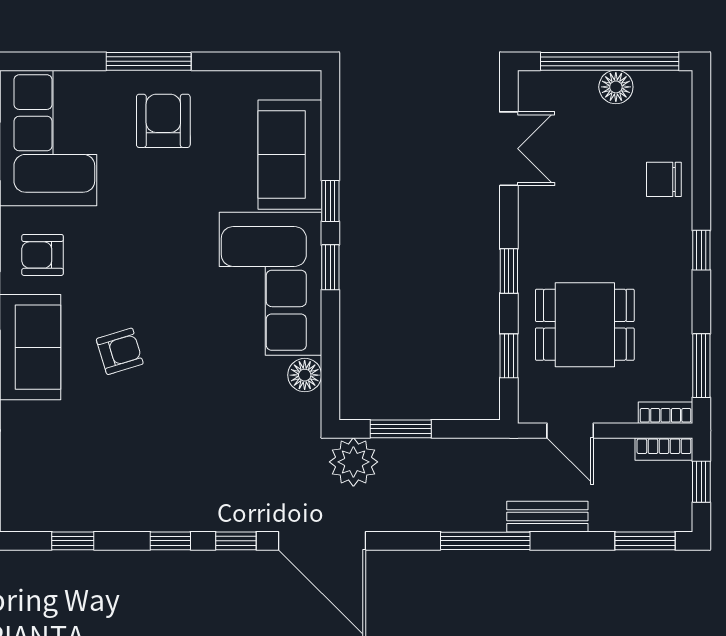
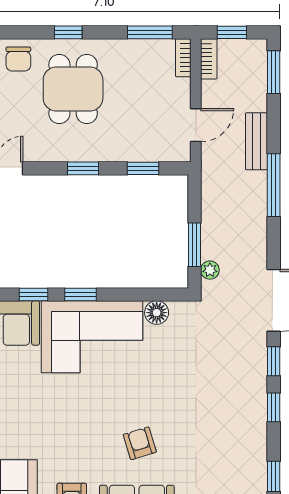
dining table: (585, 325) -> (73, 89), moved
plant: (353, 462) -> (210, 270), width x0.53, depth x0.53

